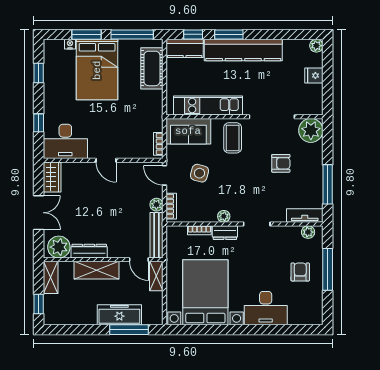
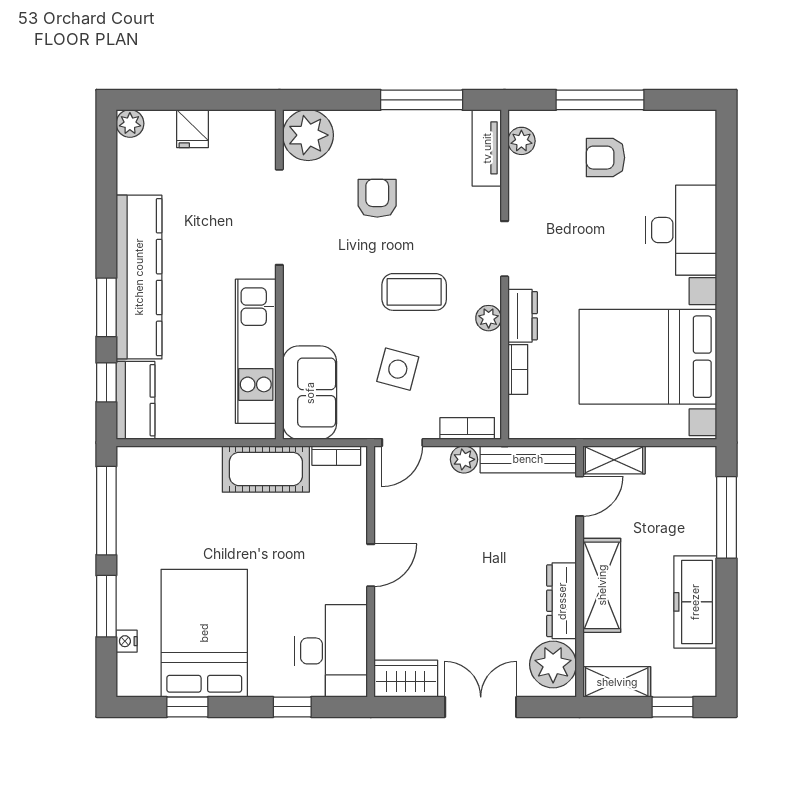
cot: (152, 68) -> (266, 469), moved
bed: (97, 70) -> (204, 633), moved, turned -90
coffee table: (233, 138) -> (414, 292), moved
freezer: (119, 315) -> (695, 602), moved

